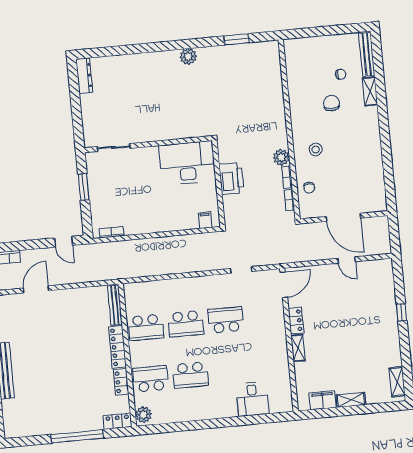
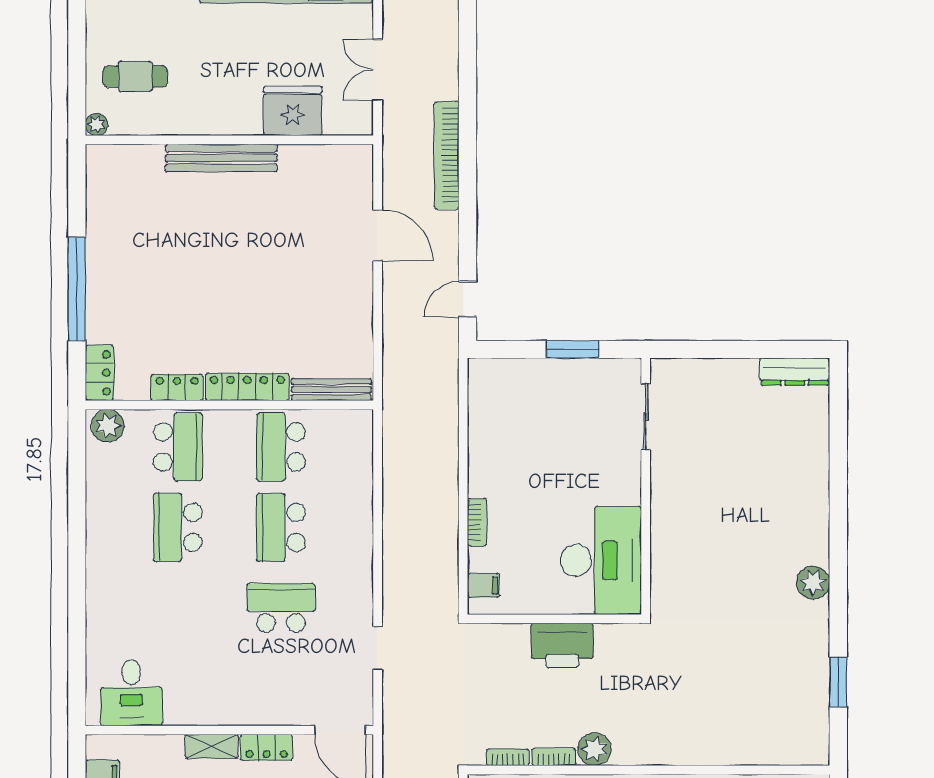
bookcase: (112, 232) -> (477, 522), moved
school desk: (226, 320) -> (281, 608), turned -90
desk: (252, 399) -> (131, 693), moved, turned -90

